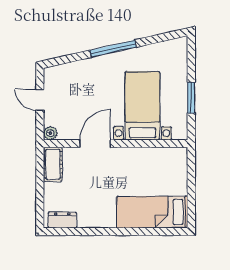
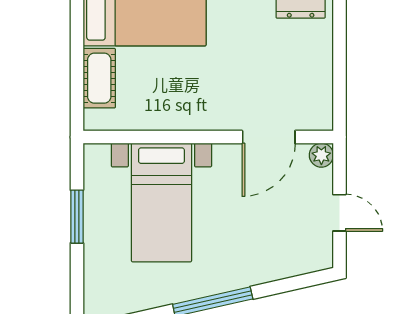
door: (95, 144) -> (269, 137), moved
cot: (53, 164) -> (99, 78), moved

